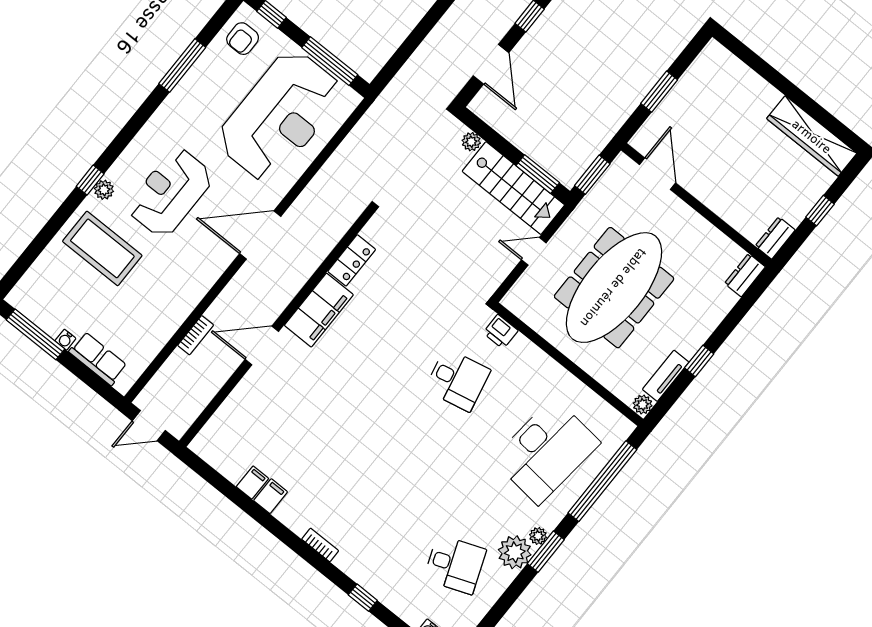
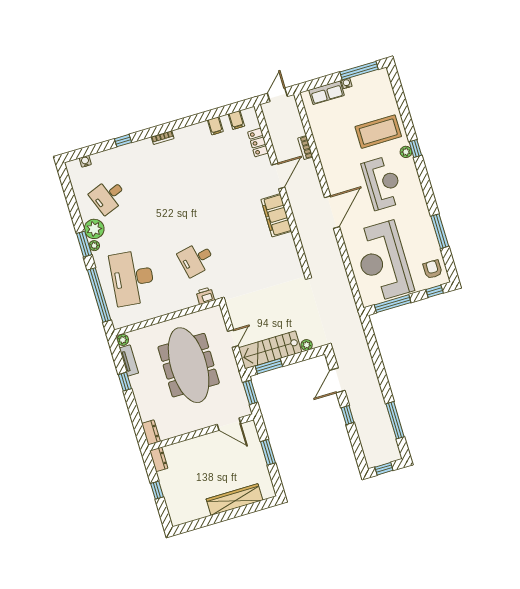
door: (491, 64) -> (337, 380), hinge flipped
wardrobe: (812, 136) -> (234, 500), moved
locker: (352, 260) -> (258, 142), moved
filing cabinet: (271, 496) -> (236, 120), moved

